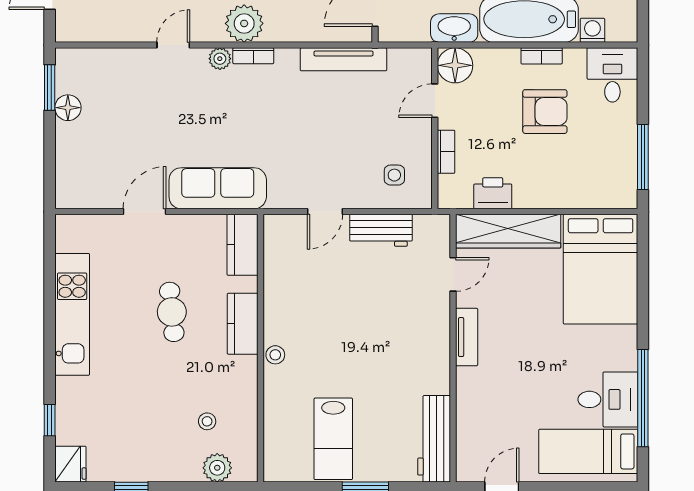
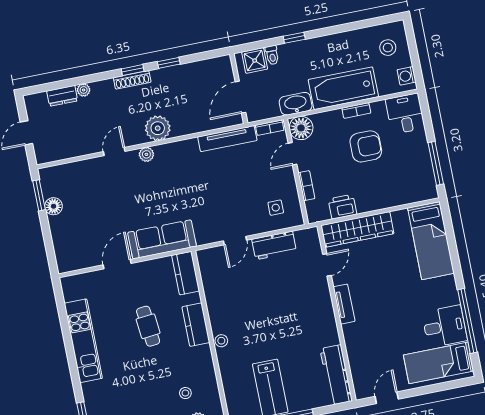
washing machine: (592, 30) -> (407, 76), moved, turned -90
bookcase: (253, 56) -> (270, 128), moved
bed: (601, 269) -> (431, 241), width x0.67

